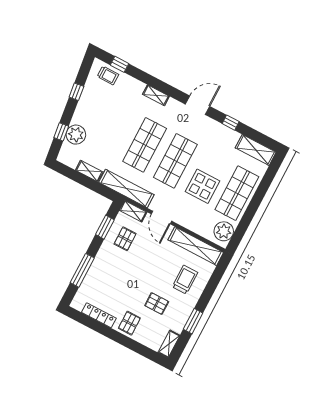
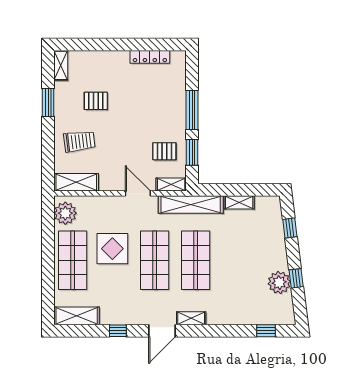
trolley: (108, 75) -> (272, 313), removed
shelving: (156, 95) -> (191, 318), moved
plant: (76, 135) -> (279, 283), moved
pallet: (125, 239) -> (164, 151), turned 90
shelving: (196, 246) -> (76, 182), width x0.68
window: (82, 270) -> (192, 110), moved
trolley: (185, 280) -> (79, 141), turned -97
pallet: (129, 323) -> (114, 65), removed

